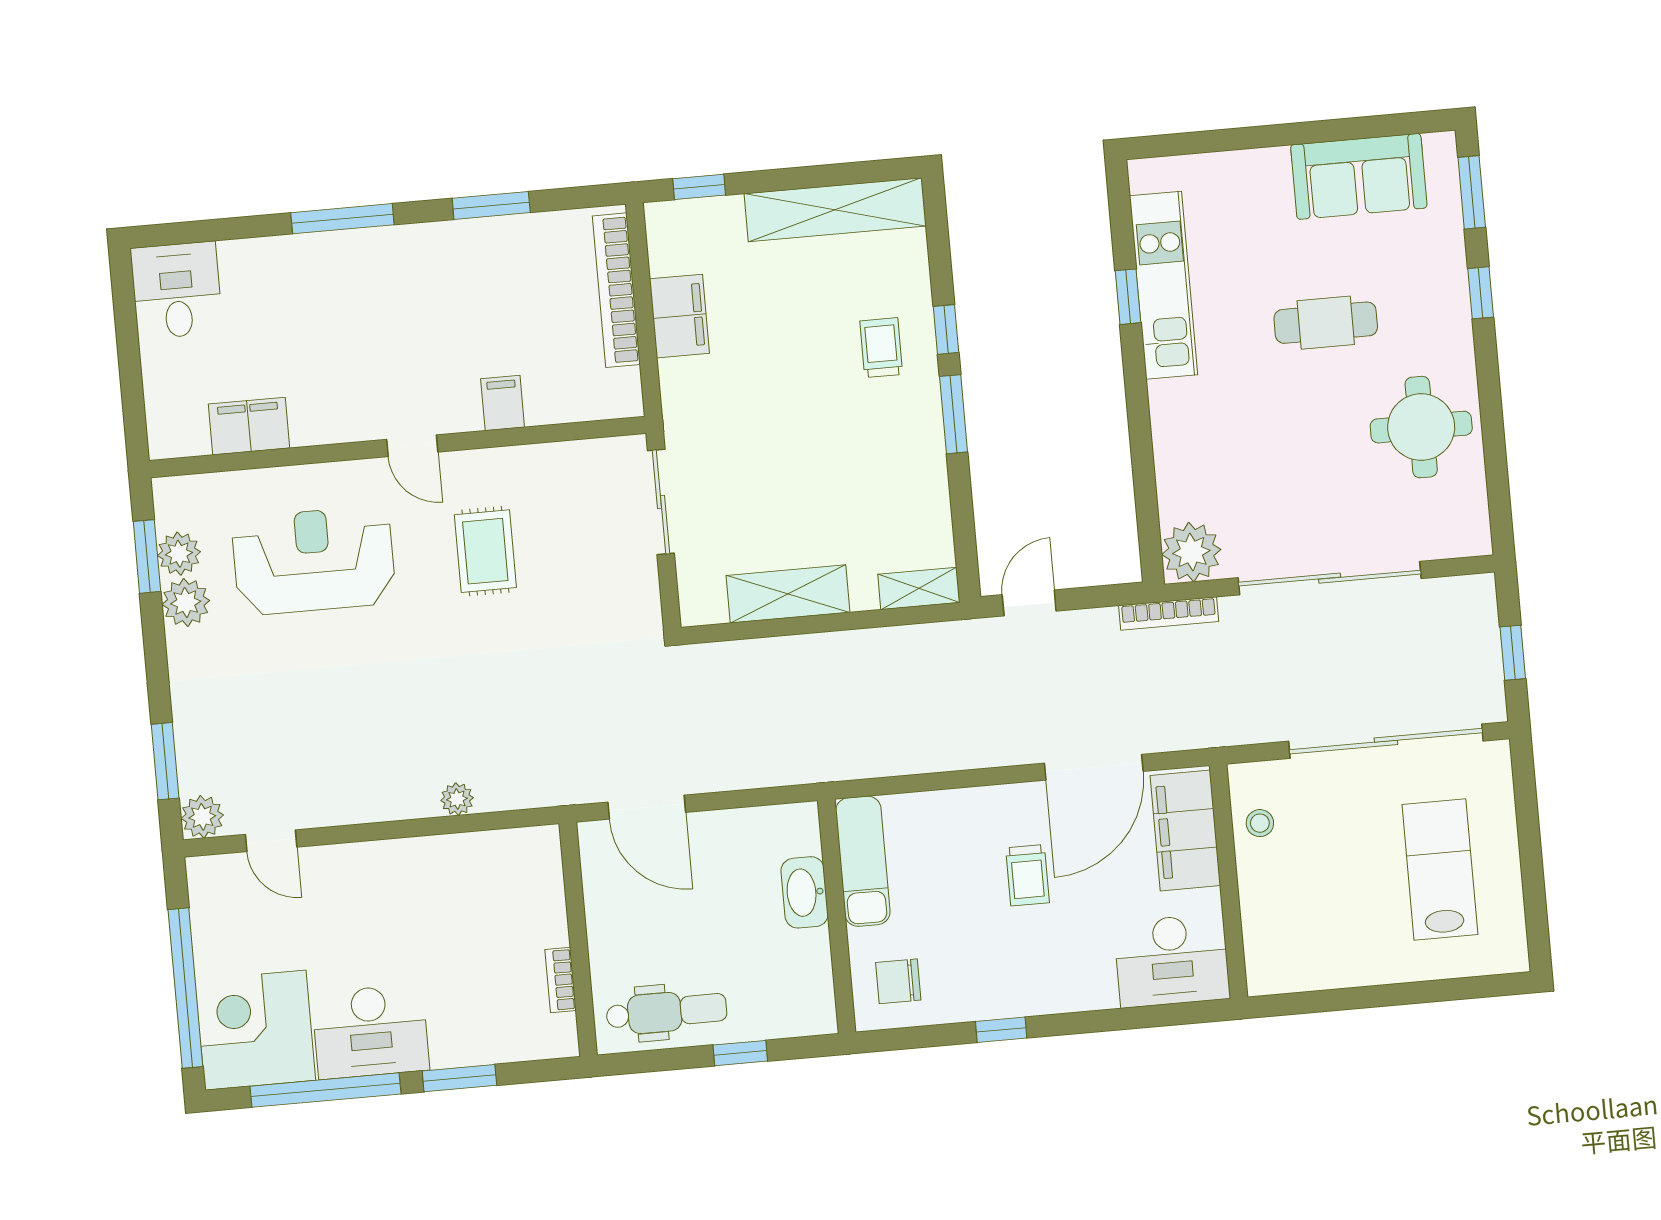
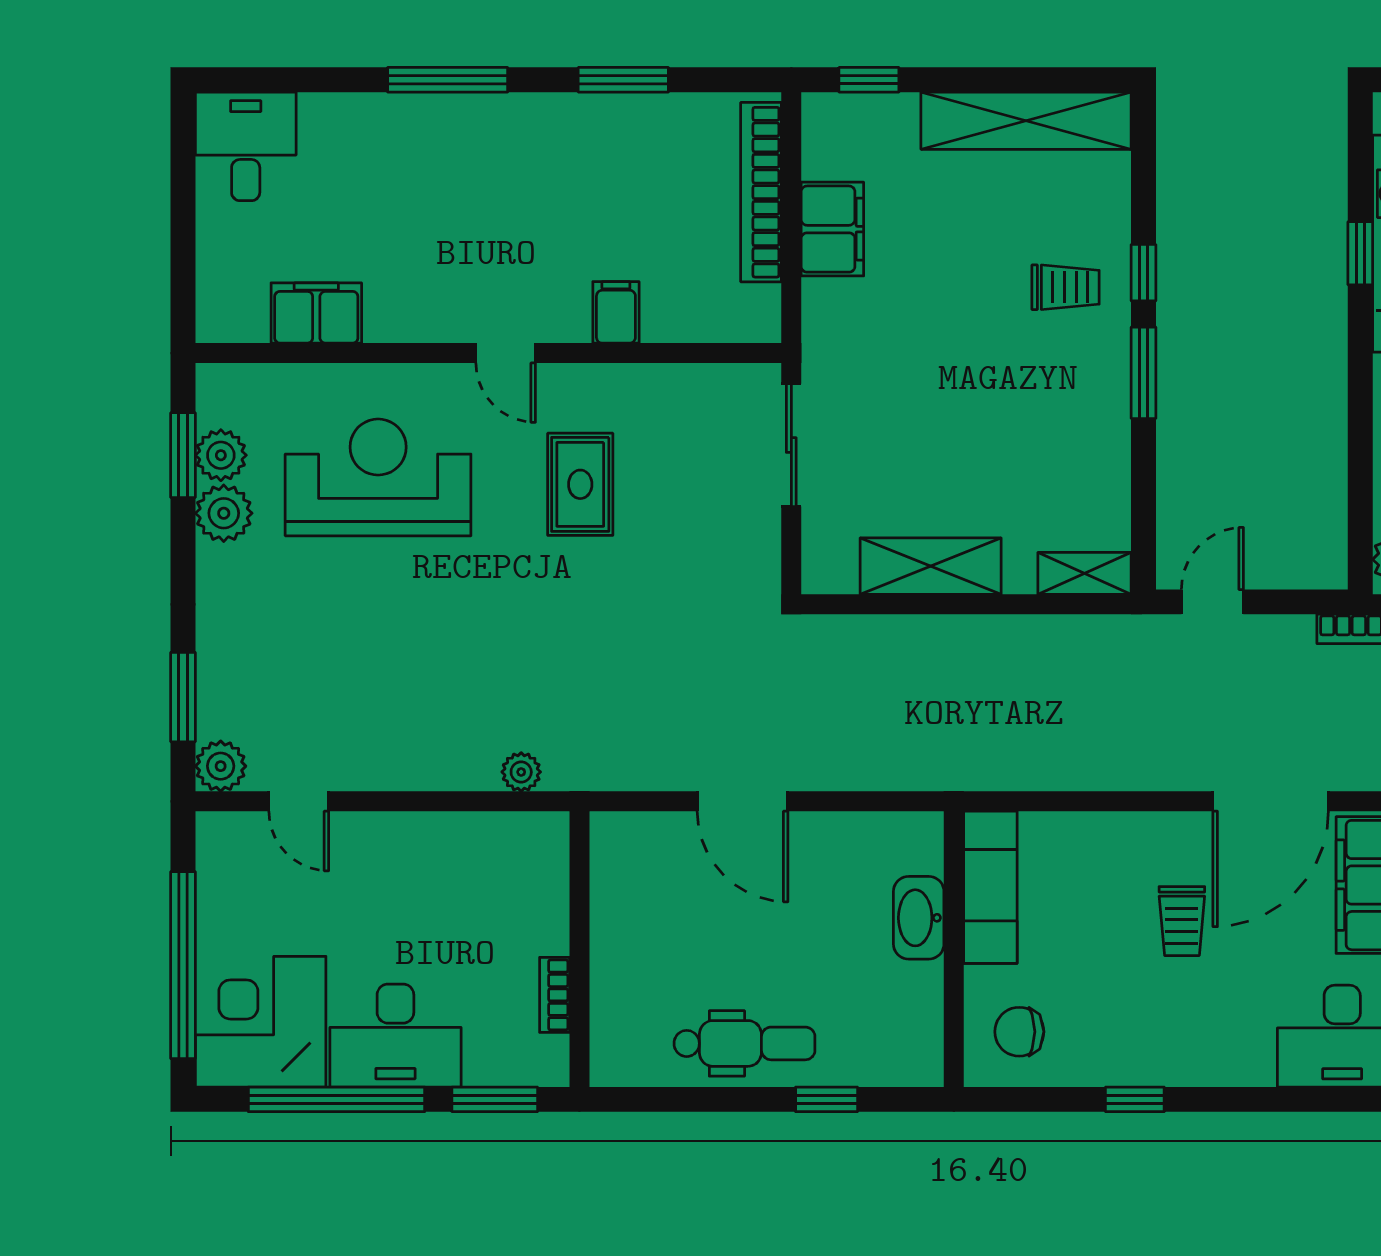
trolley: (881, 348) -> (1066, 287), turned 90
wall: (578, 939) -> (579, 949), moved
bookcase: (561, 980) -> (555, 995), moved

